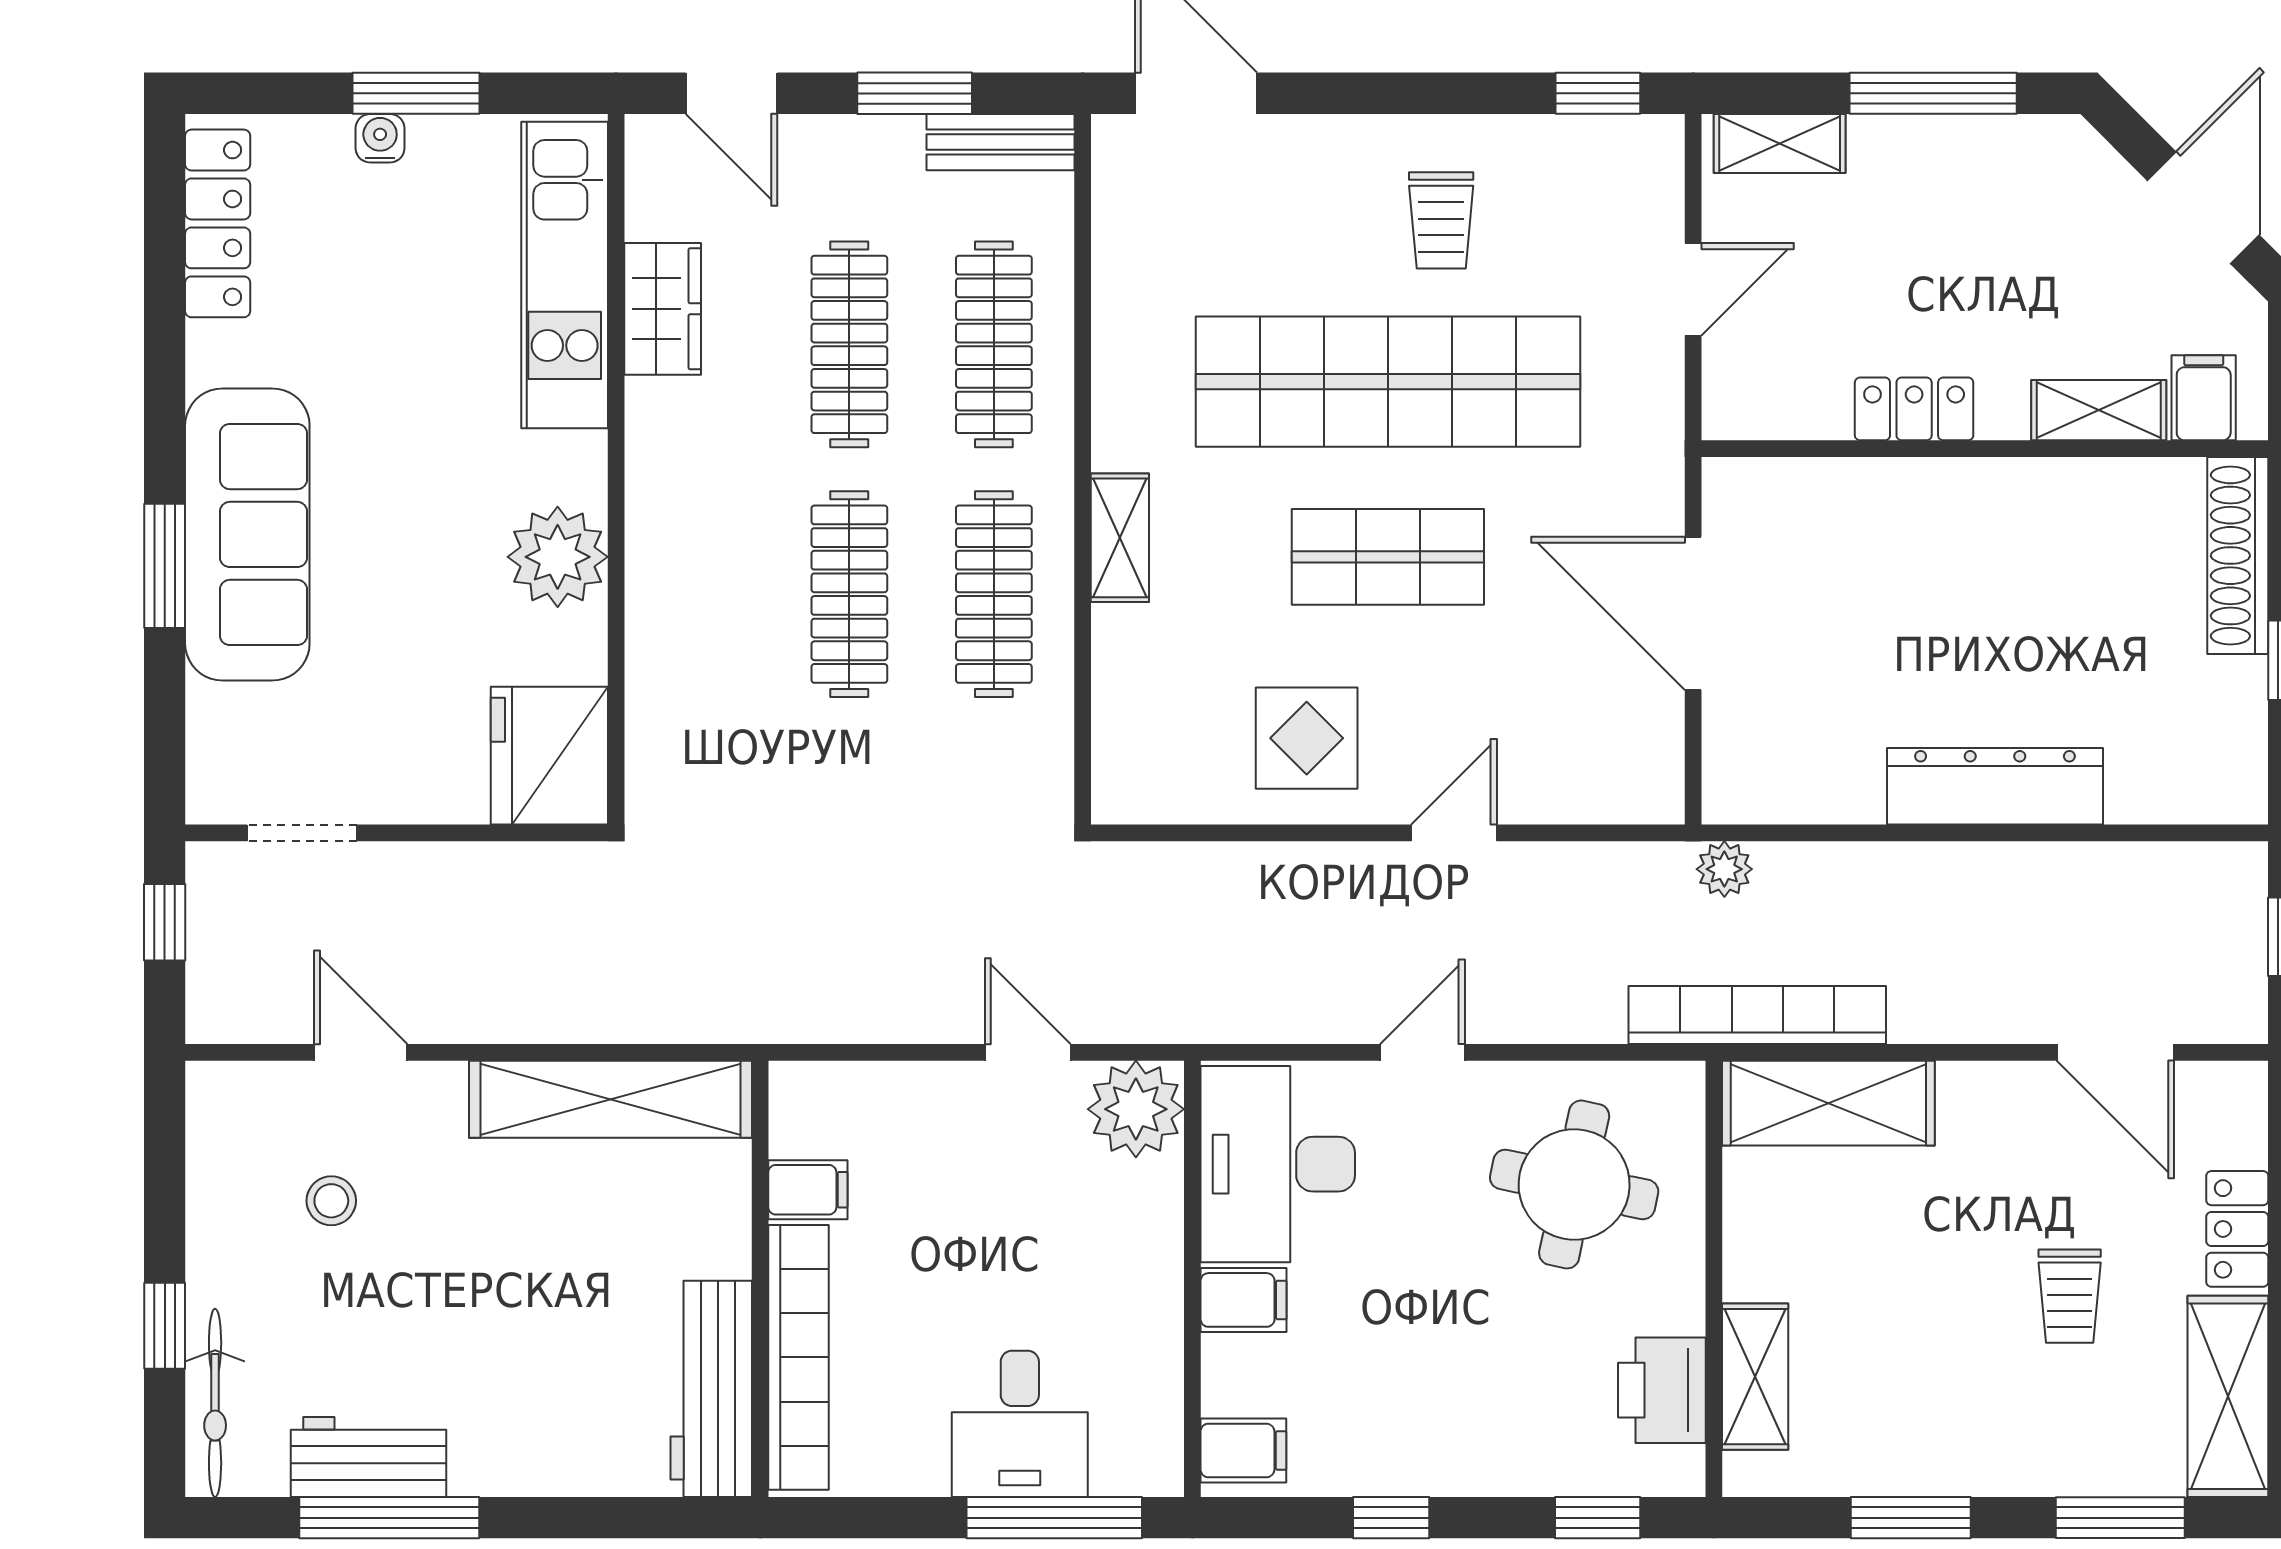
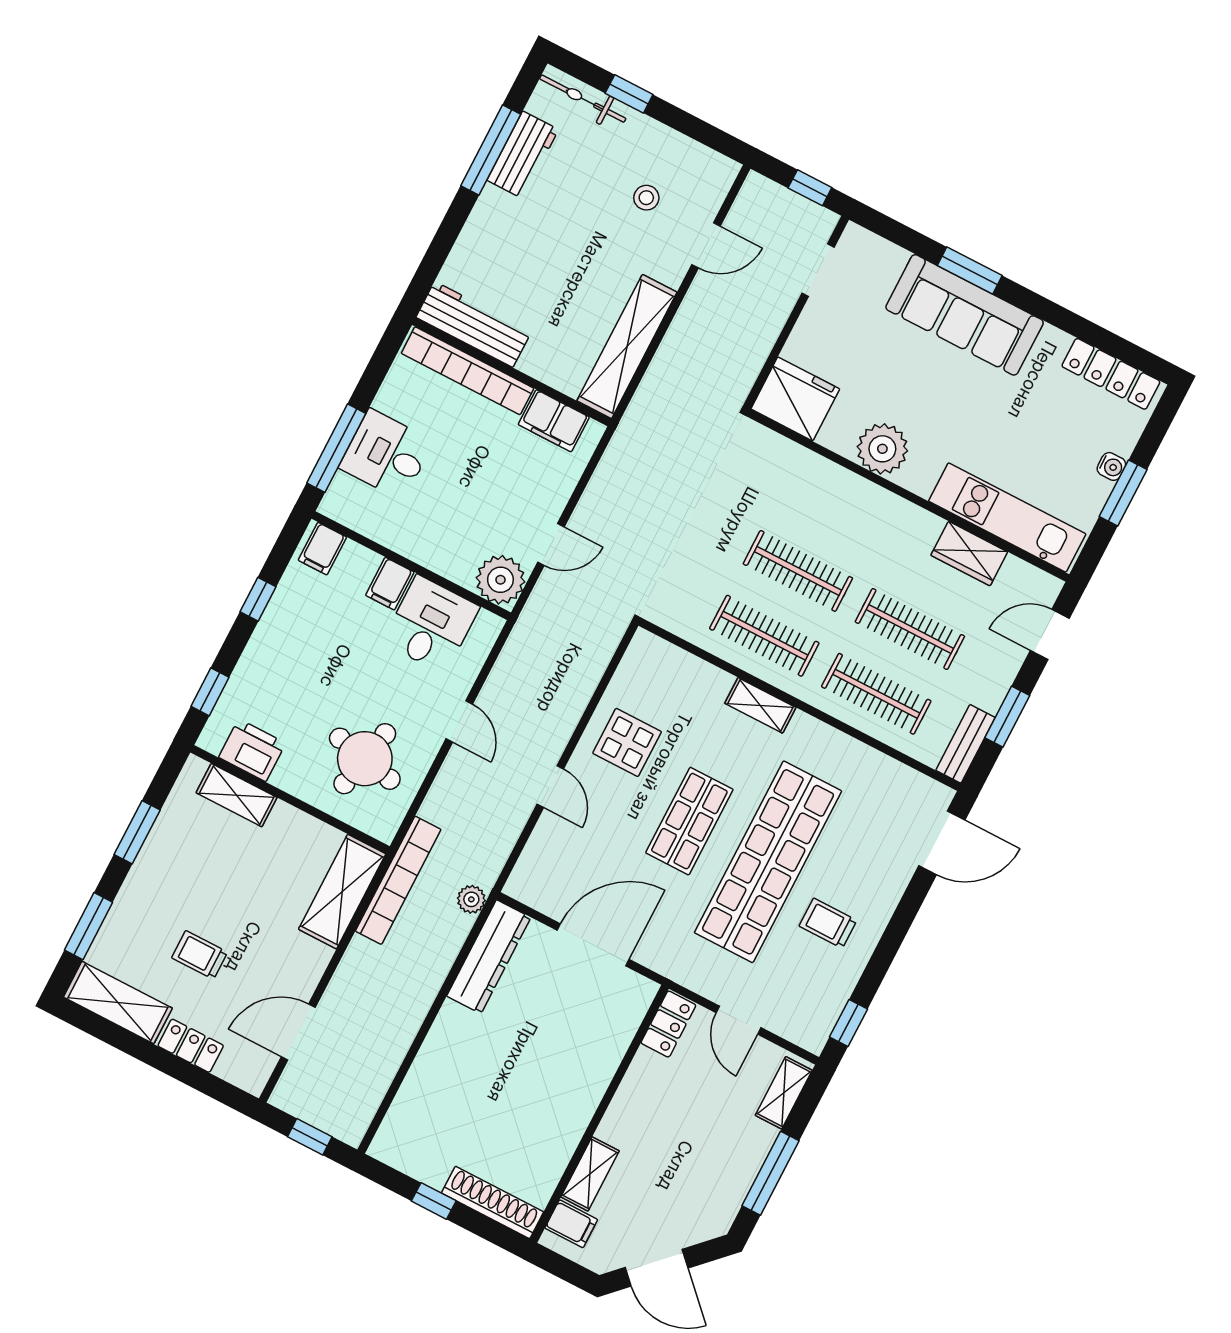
locker: (1914, 409) -> (668, 1024), moved
dresser: (1995, 786) -> (489, 957), moved
desk: (1278, 1164) -> (431, 624), width x0.73
filing cabinet: (808, 1190) -> (554, 421), width x2.00

